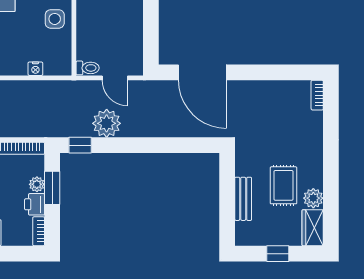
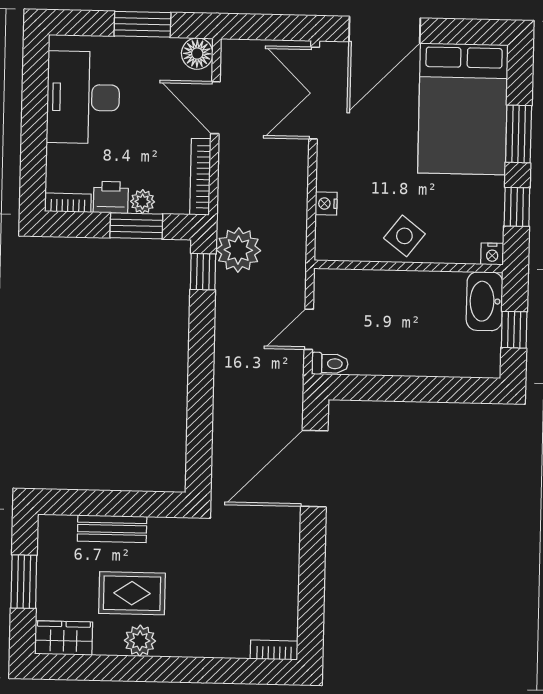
side table: (55, 19) -> (404, 236), turned 38
toilet: (88, 68) -> (330, 364), moved, turned -90
plant: (107, 123) -> (238, 250), moved
plant: (313, 198) -> (140, 641), moved
window: (278, 254) -> (24, 582), width x1.50

